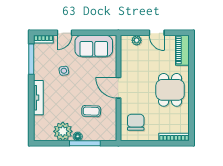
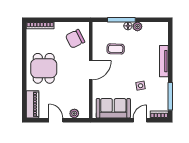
door: (118, 88) -> (91, 70), hinge flipped
chair: (136, 122) -> (75, 39), turned 64
plant: (63, 131) -> (137, 26), width x0.53, depth x0.53

